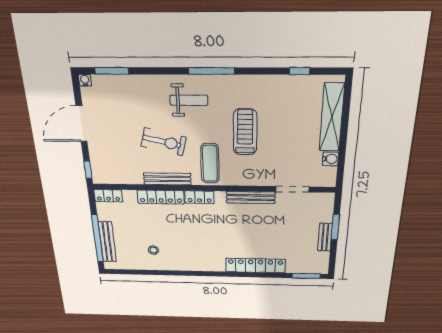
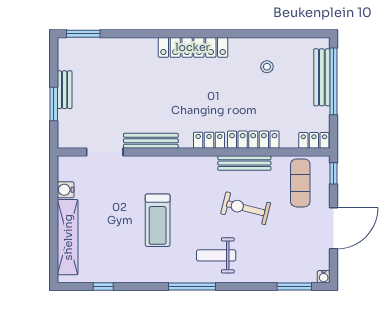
exercise mat: (210, 163) -> (300, 183), moved
locker: (255, 266) -> (193, 47), moved

